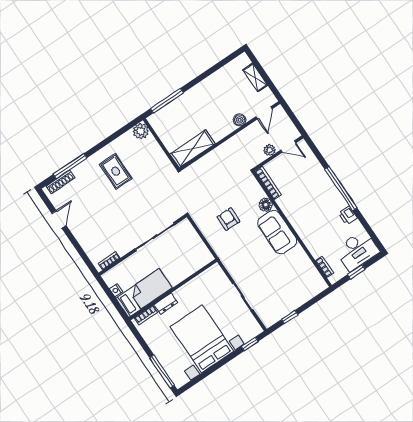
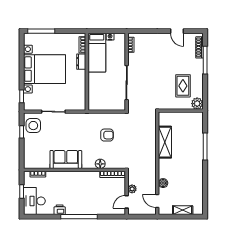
plant: (141, 131) -> (197, 104), moved
wall: (161, 144) -> (181, 111), moved
rug: (116, 171) -> (183, 86), turned 90
sofa: (277, 232) -> (66, 159), moved
side table: (274, 309) -> (33, 126), added

